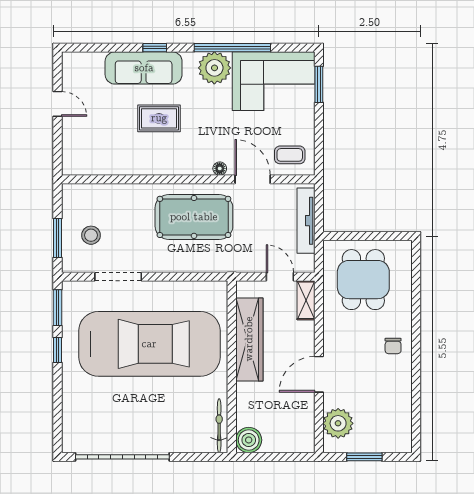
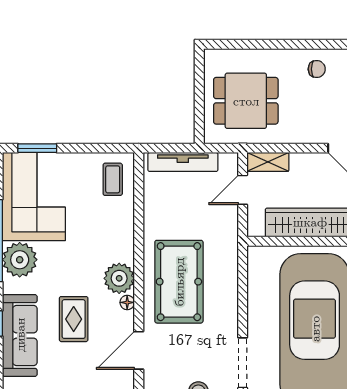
plant: (197, 161) -> (119, 278), added
floor lamp: (220, 169) -> (127, 302), moved
door: (253, 179) -> (139, 350), moved

